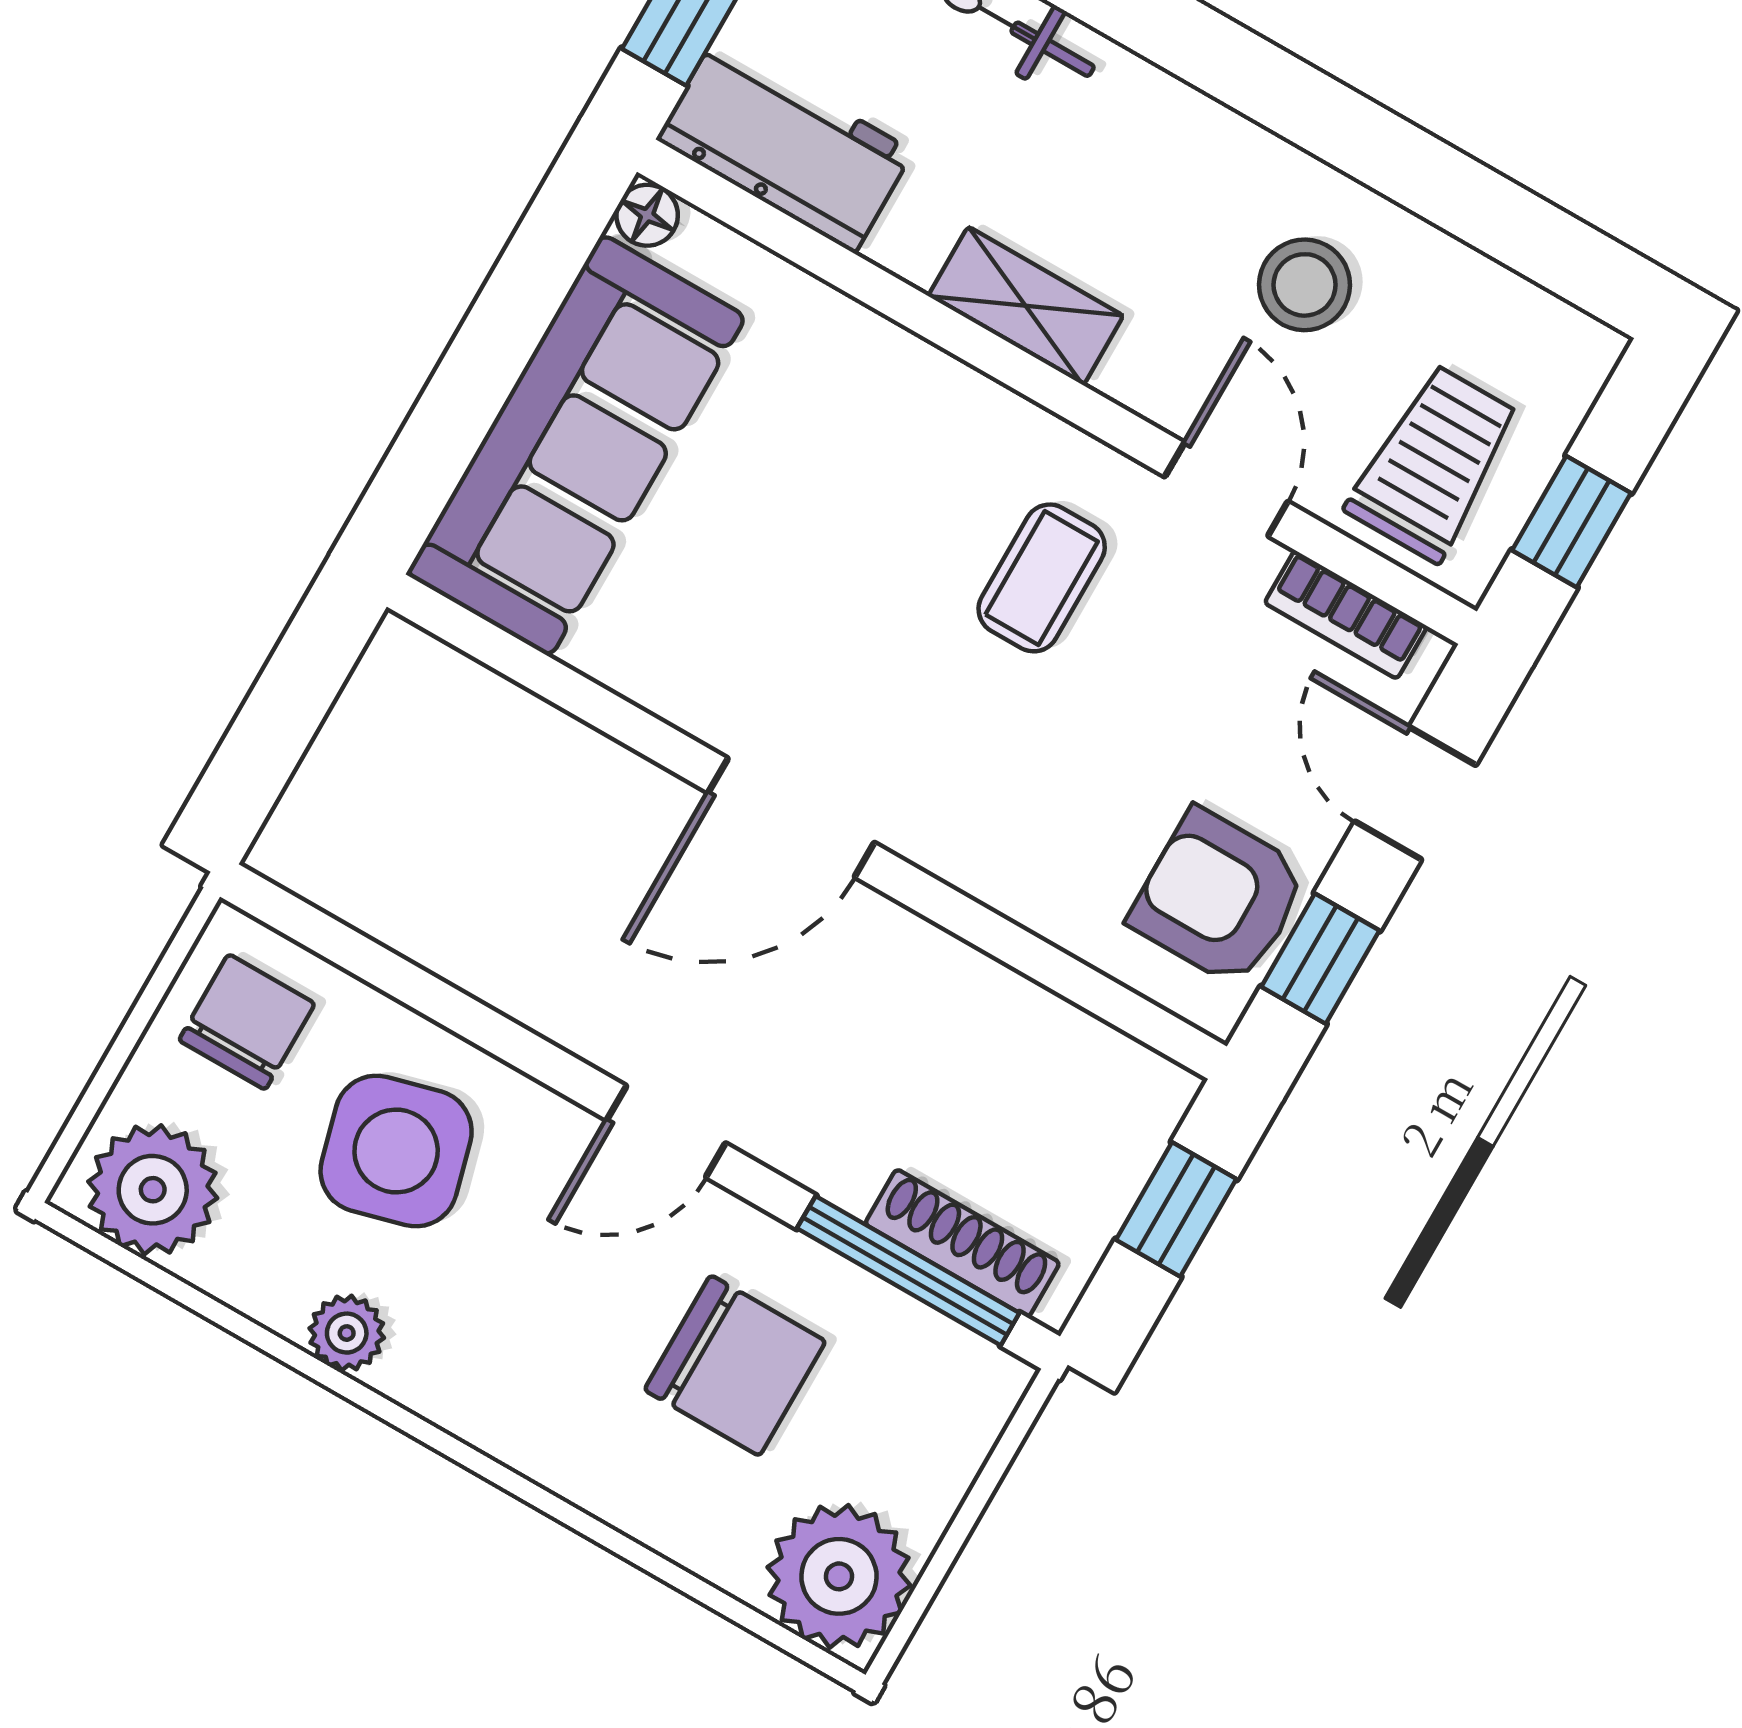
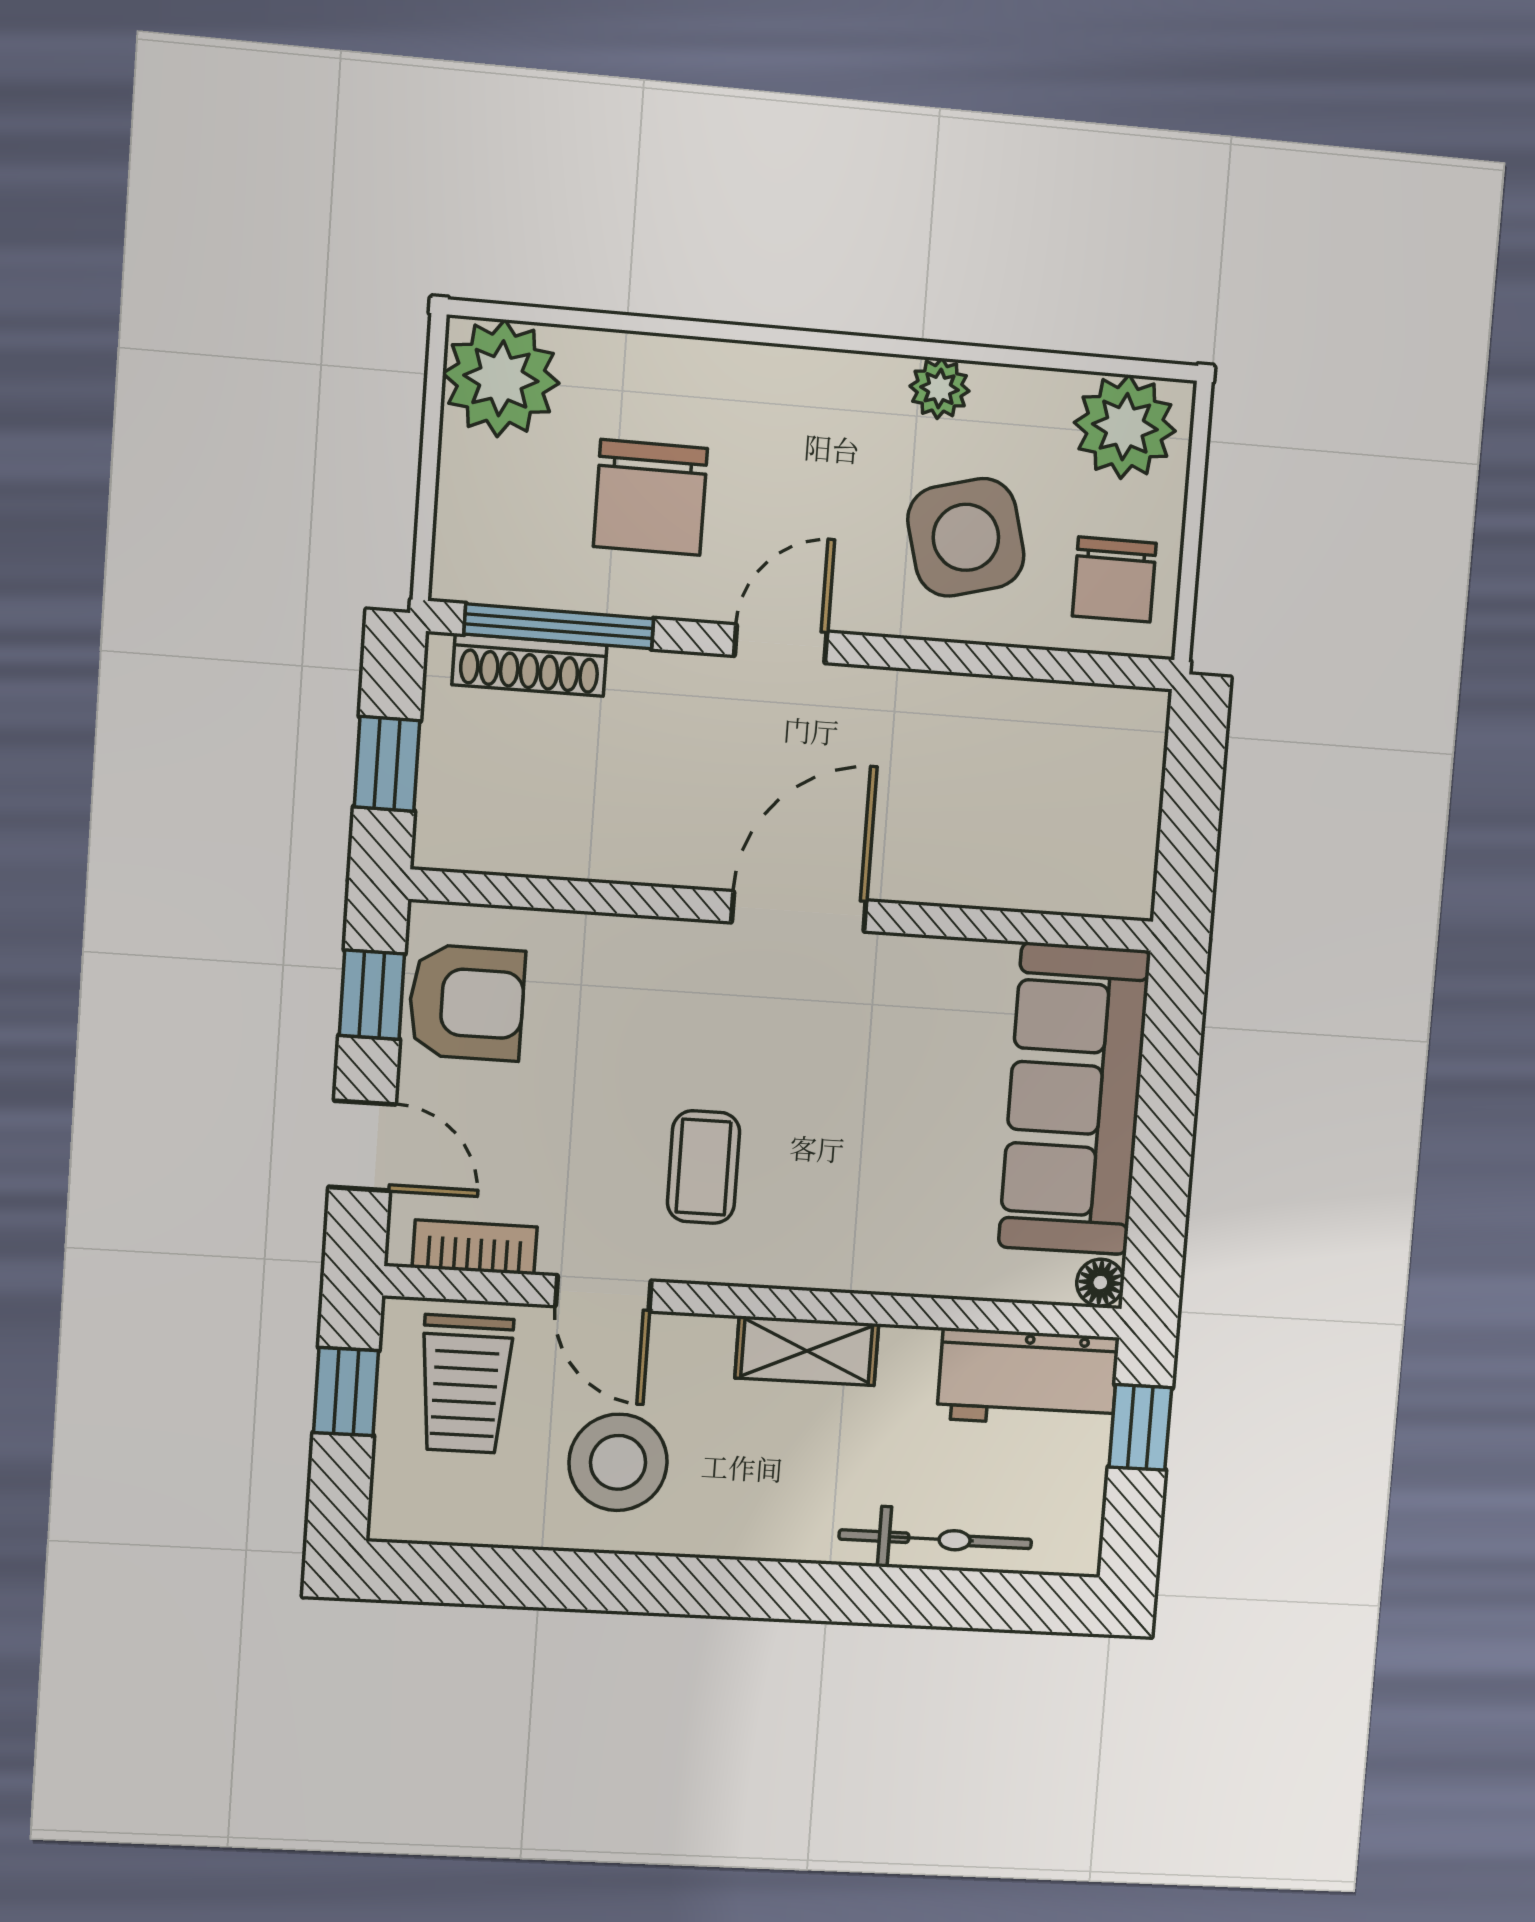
stool: (1305, 285) -> (618, 1462), width x1.38, depth x1.38
chair: (735, 1366) -> (650, 497), turned -90

